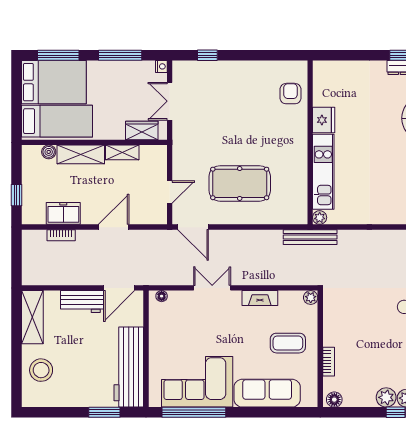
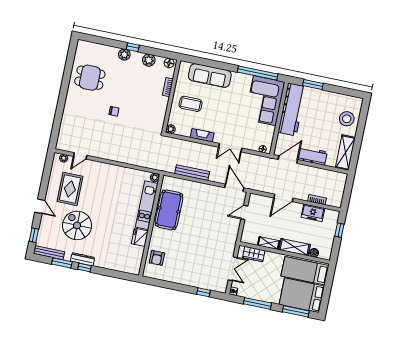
pool table: (240, 183) -> (169, 210), moved, turned 90
bench: (310, 237) -> (192, 173), moved
corner sofa: (197, 382) -> (265, 101), moved, turned 90
plant: (386, 397) -> (149, 60), moved

